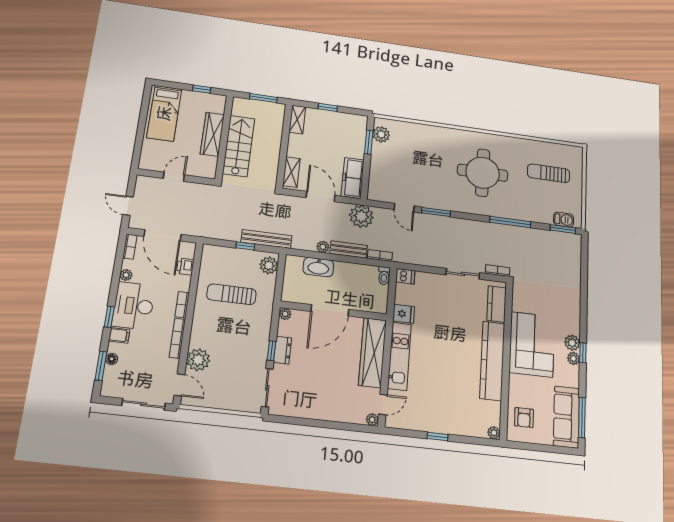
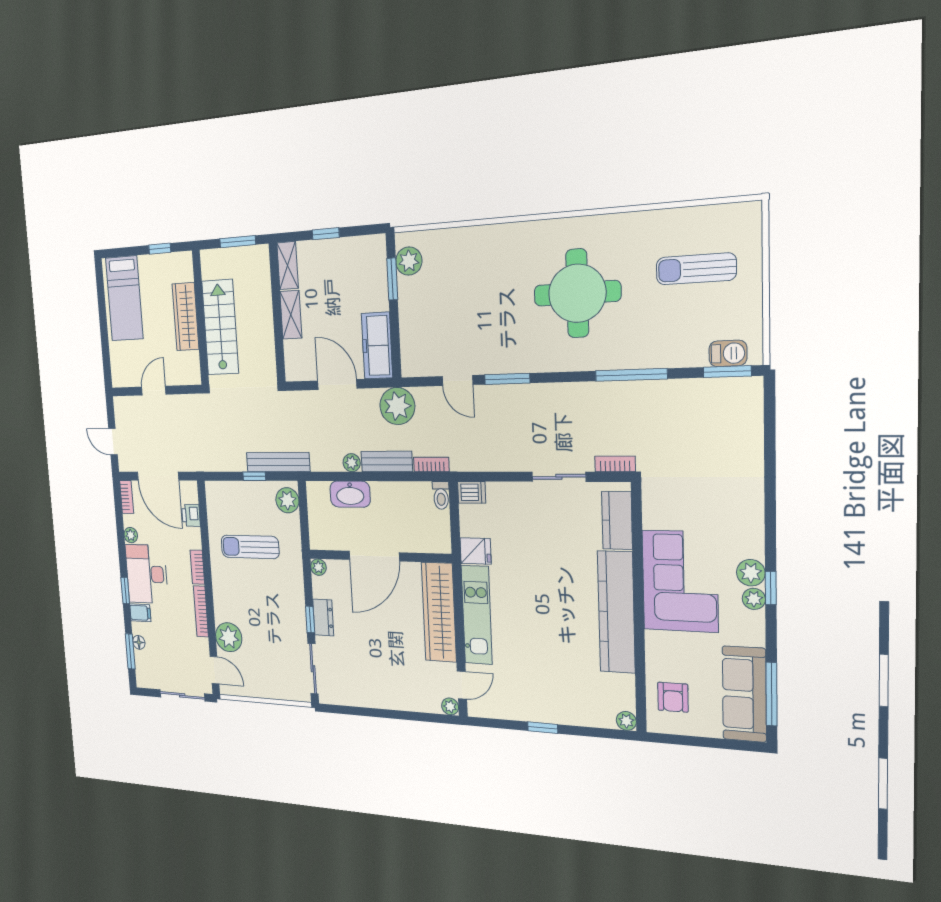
shelving: (291, 172) -> (291, 315), moved

